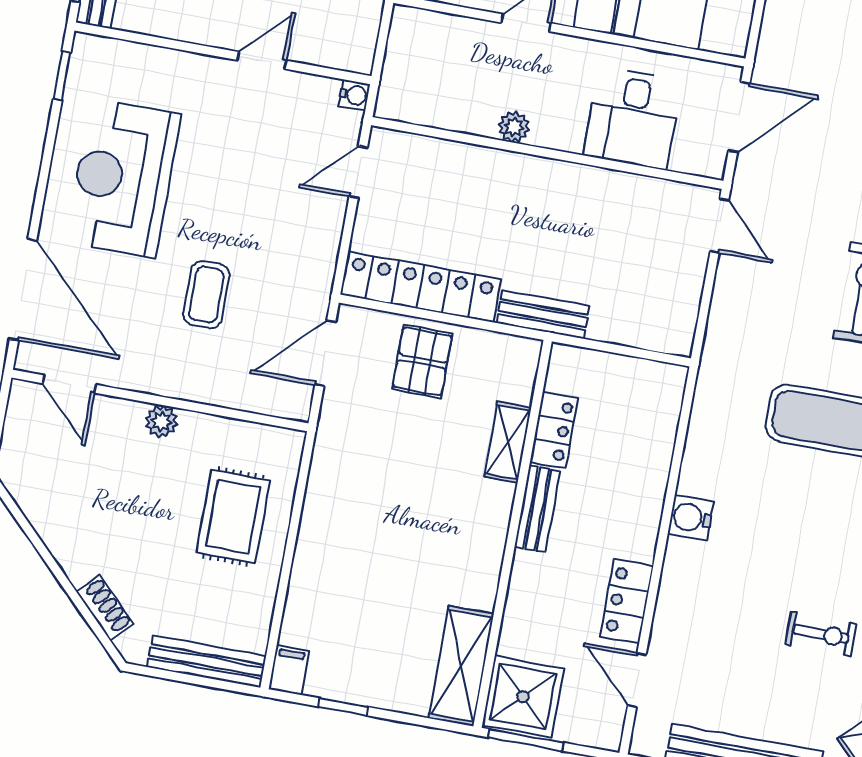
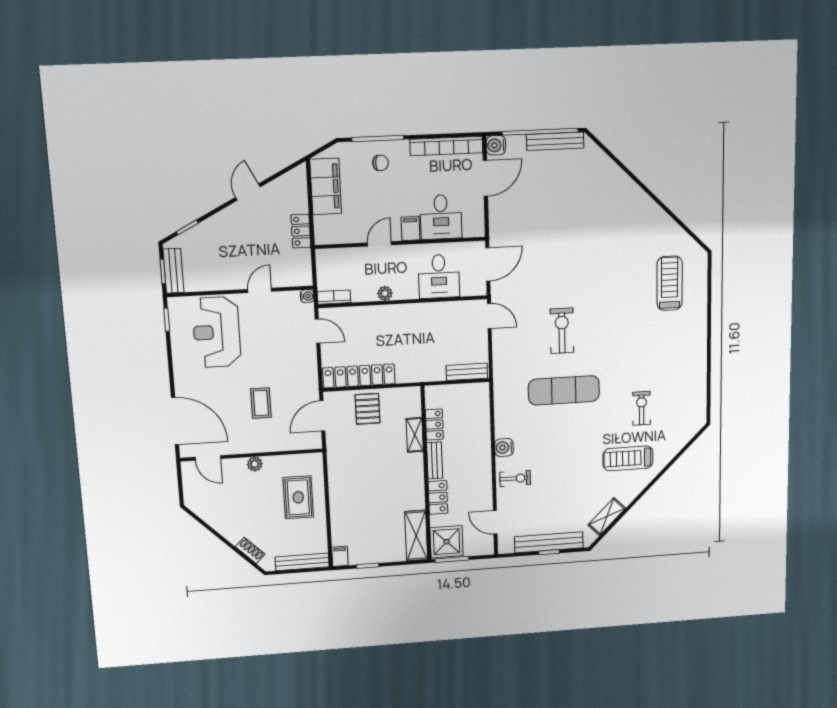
bookcase: (408, 110) -> (334, 297), added
door: (358, 172) -> (318, 331), swing flipped
reception desk: (123, 178) -> (217, 332), moved
bench: (543, 314) -> (467, 372), moved
locker: (627, 601) -> (438, 497), moved, turned 180
exercise bike: (821, 634) -> (515, 478), moved

